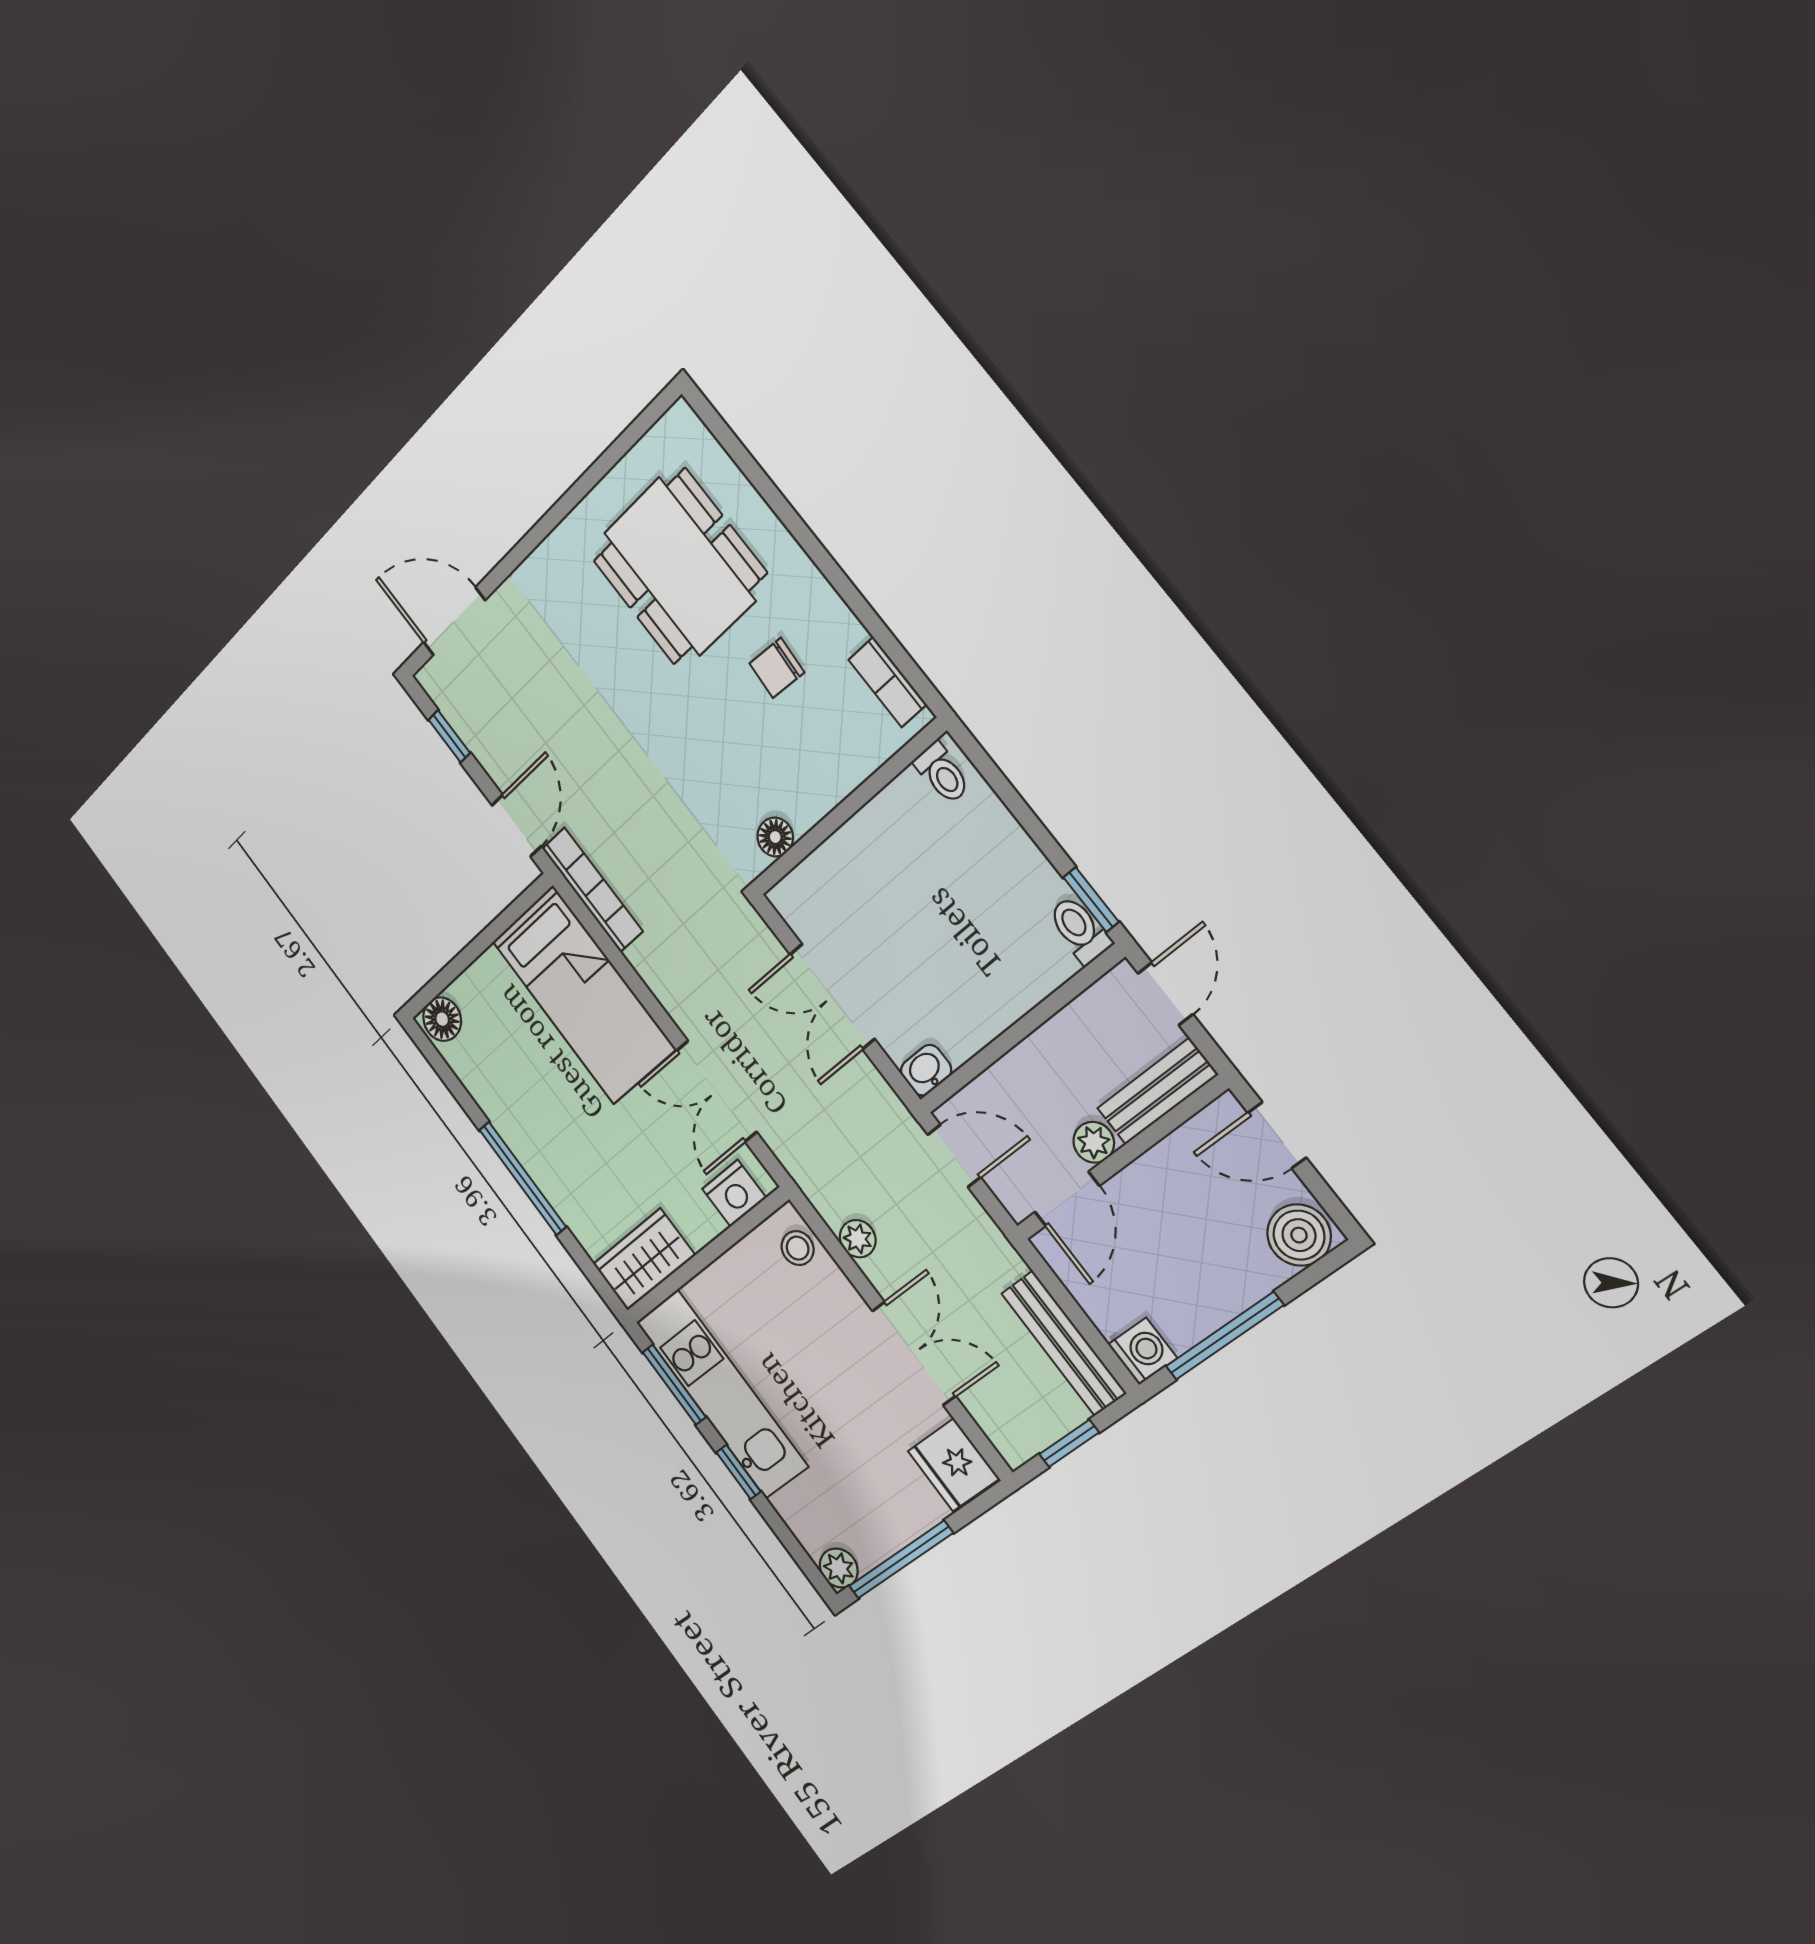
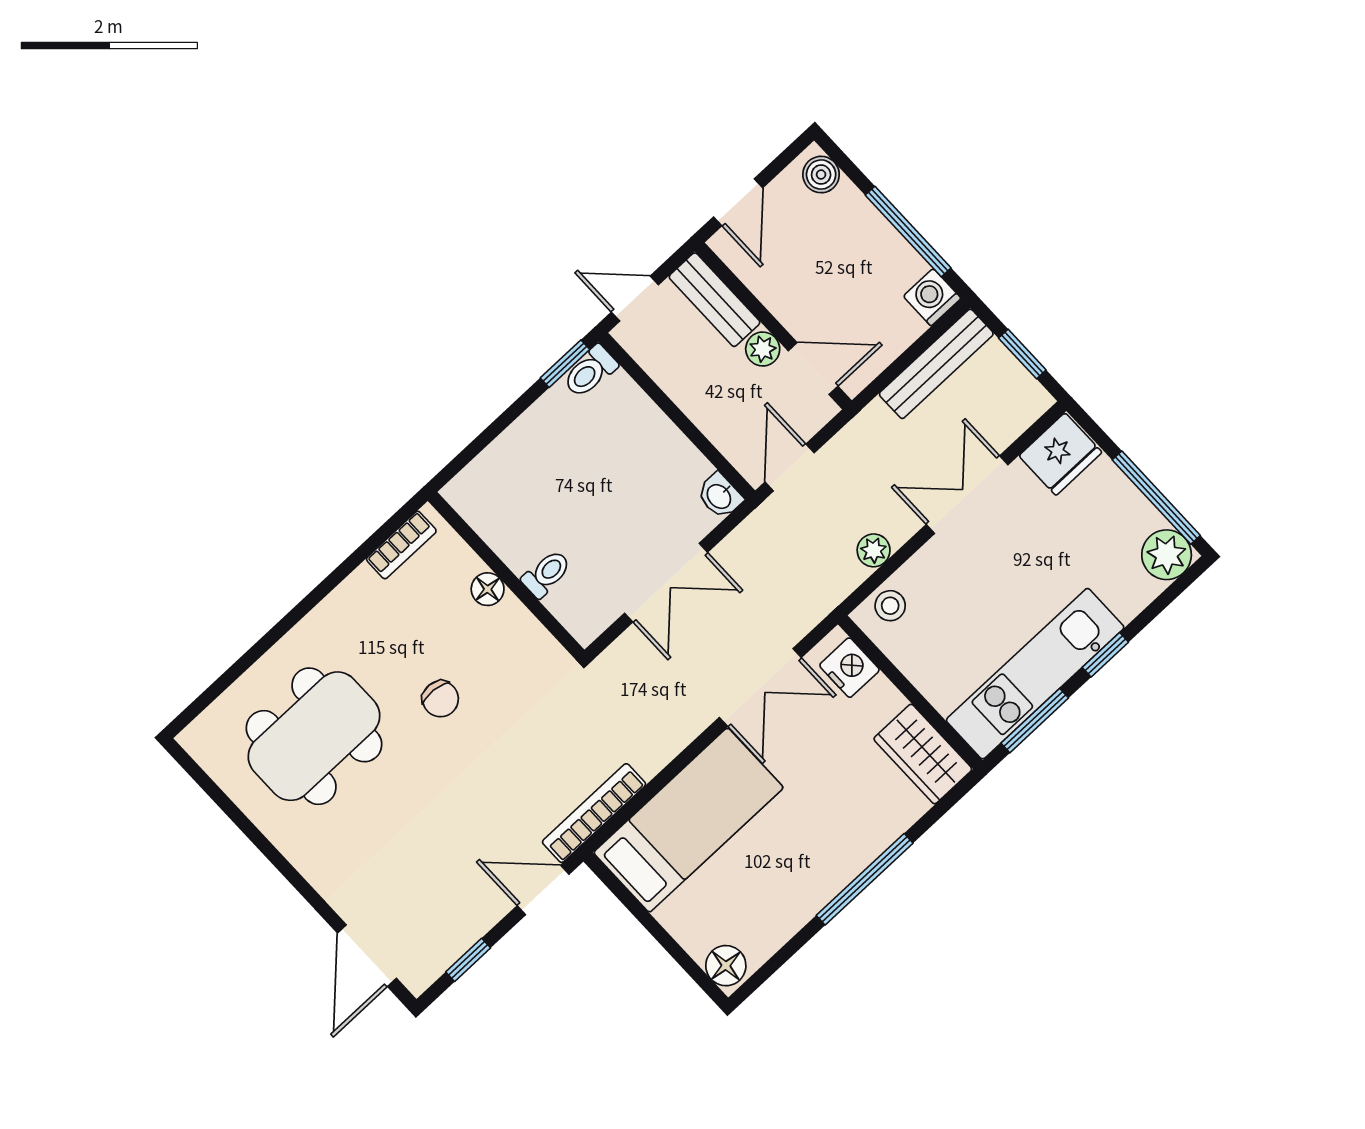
chair: (777, 668) -> (440, 699), moved
toilet: (942, 773) -> (546, 574), moved
floor lamp: (775, 837) -> (488, 589), moved
boiler: (1299, 1235) -> (821, 175), width x0.73, depth x0.73
plant: (839, 1568) -> (1167, 555), width x1.38, depth x1.38

